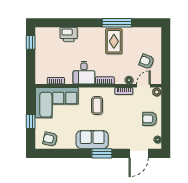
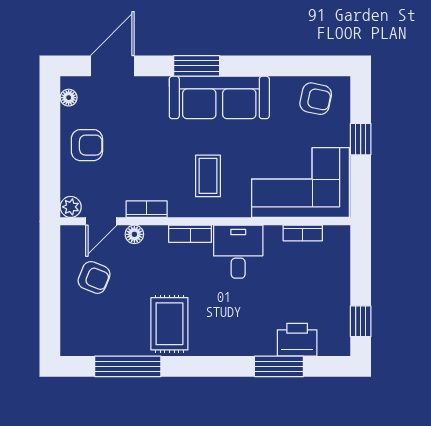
window: (66, 23) -> (279, 366), added
window: (117, 23) -> (128, 366), moved
printer: (69, 34) -> (297, 340), moved
sofa: (92, 140) -> (219, 97), width x1.36

